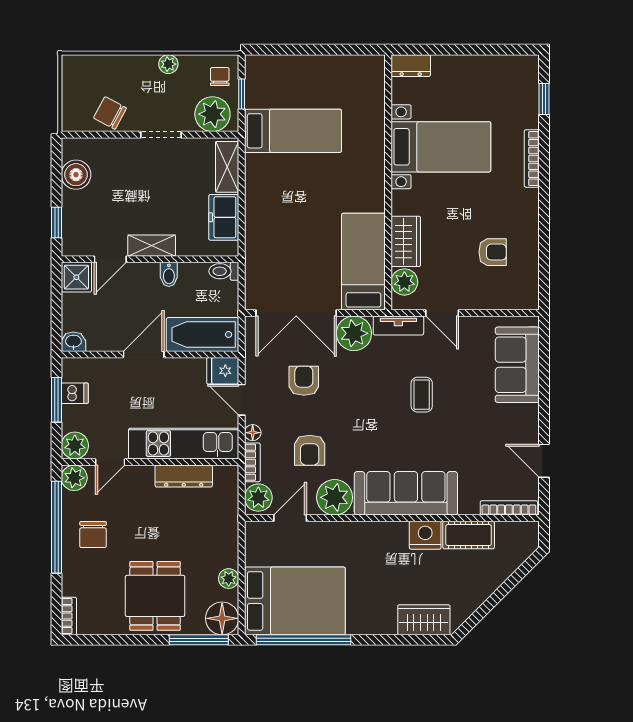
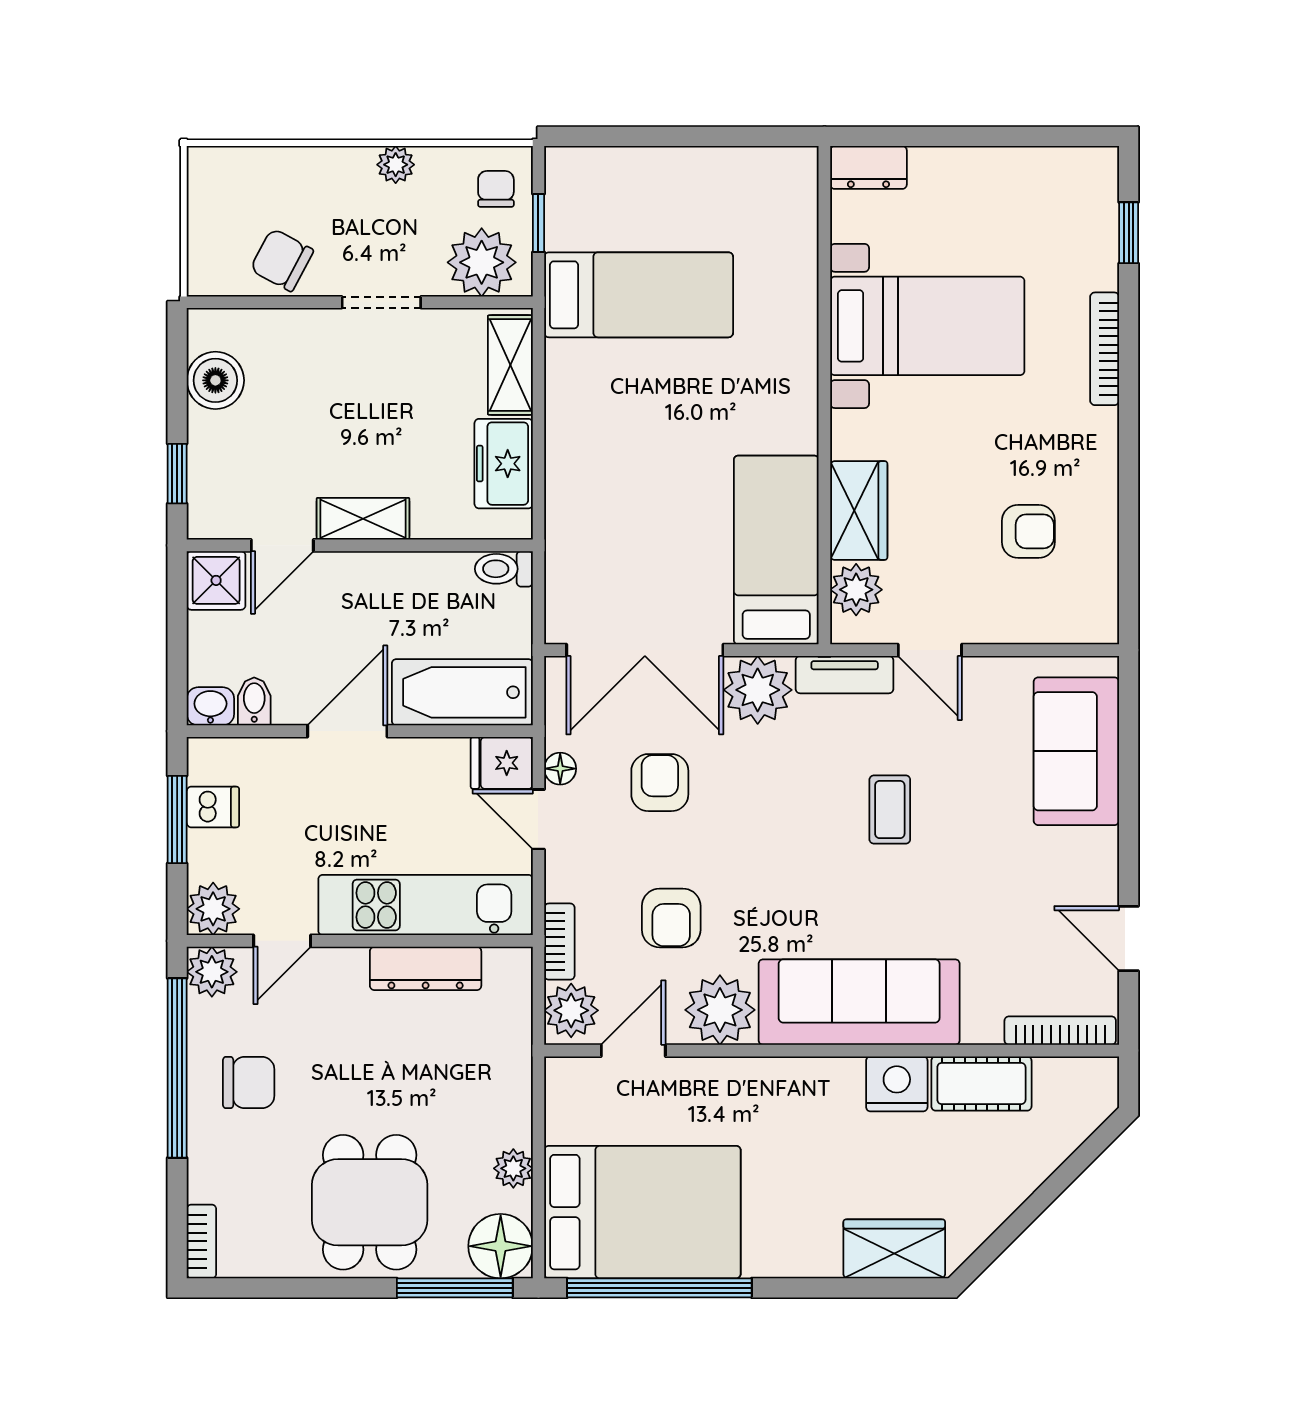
bidet: (169, 274) -> (254, 701), moved, turned 180
floor lamp: (253, 433) -> (560, 769), moved
chair: (93, 535) -> (249, 1083), turned -90

